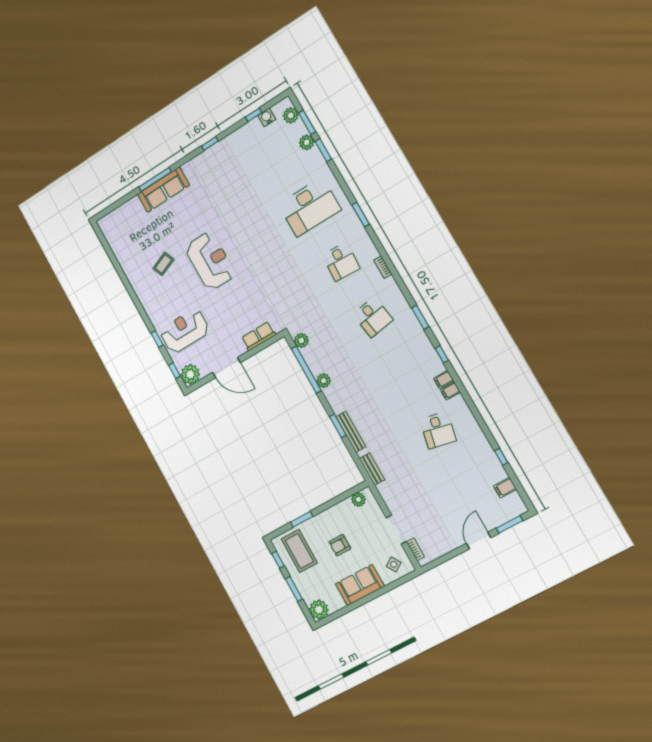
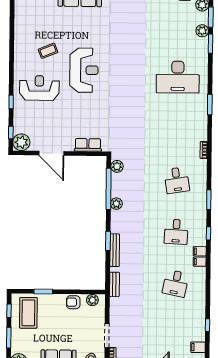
desk: (341, 262) -> (176, 232), moved
reception desk: (185, 331) -> (39, 88), moved
armchair: (340, 545) -> (73, 302), moved

